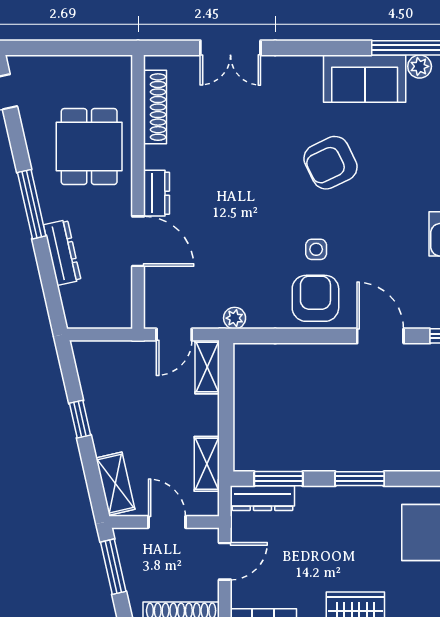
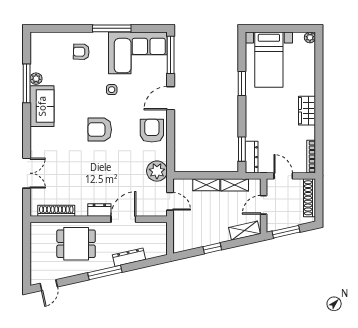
armchair: (331, 163) -> (100, 130), moved, turned 116
side table: (316, 249) -> (112, 90), moved
armchair: (315, 298) -> (152, 131), turned 90
plant: (235, 318) -> (157, 171), width x1.88, depth x1.88
shelving: (207, 367) -> (206, 185), moved
window: (360, 479) -> (242, 83), moved

